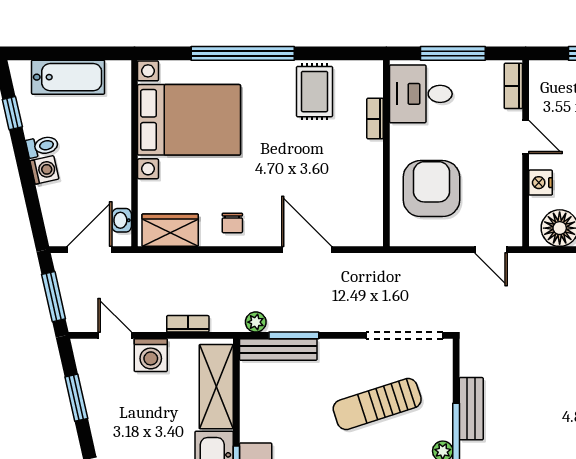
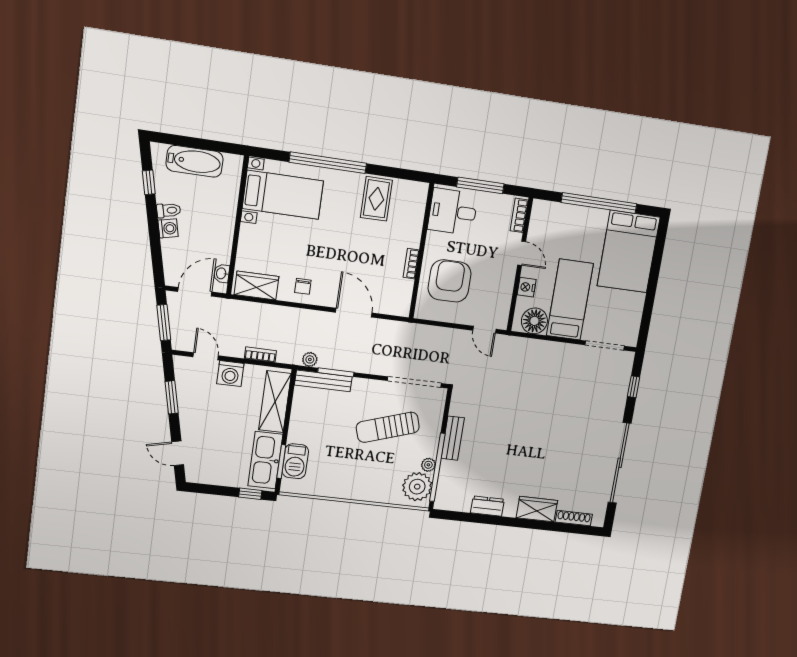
bookcase: (375, 119) -> (411, 264), moved
bed with nightstands: (189, 120) -> (283, 195), width x0.73

